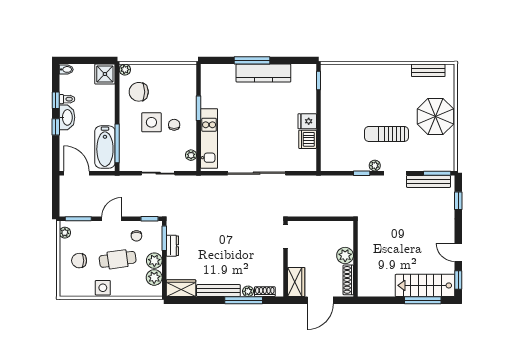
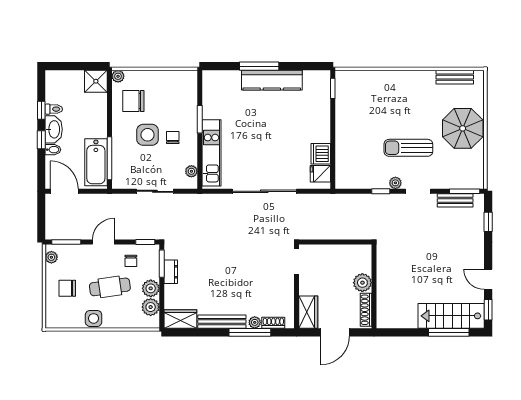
bidet: (66, 69) -> (53, 150), moved
fridge: (307, 121) -> (320, 174), moved
bench: (428, 181) -> (455, 200), width x0.73

